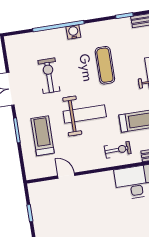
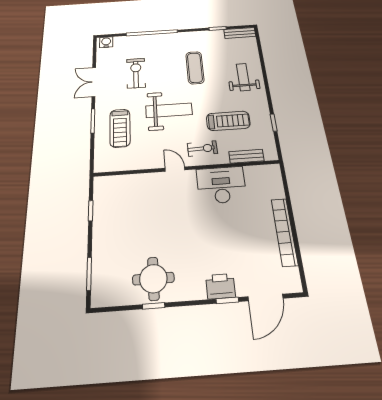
water cooler: (73, 32) -> (106, 42), moved
treadmill: (43, 136) -> (120, 128), turned 180
door: (66, 176) -> (175, 169), moved

